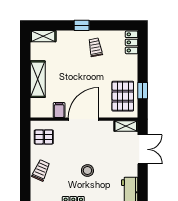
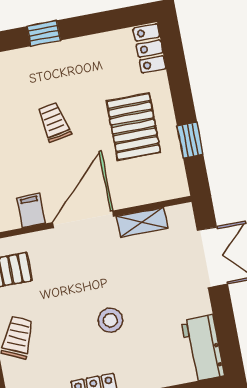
trolley: (95, 47) -> (54, 122), moved
pallet: (123, 96) -> (133, 127), moved
shelving: (126, 126) -> (142, 222), moved

